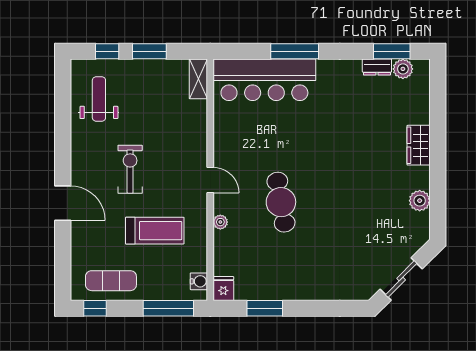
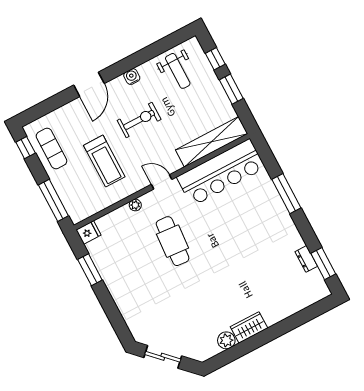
plant: (403, 69) -> (315, 278), removed
shelving: (198, 79) -> (212, 142), width x2.20, depth x1.33
bar counter: (264, 80) -> (221, 172), moved, turned -90
weight bench: (99, 99) -> (178, 71), turned 90
wardrobe: (419, 145) -> (249, 327), moved
door: (210, 180) -> (162, 182), swing flipped
cafe table: (281, 202) -> (173, 241), turned -76
water cooler: (199, 281) -> (132, 77), moved, turned 180

